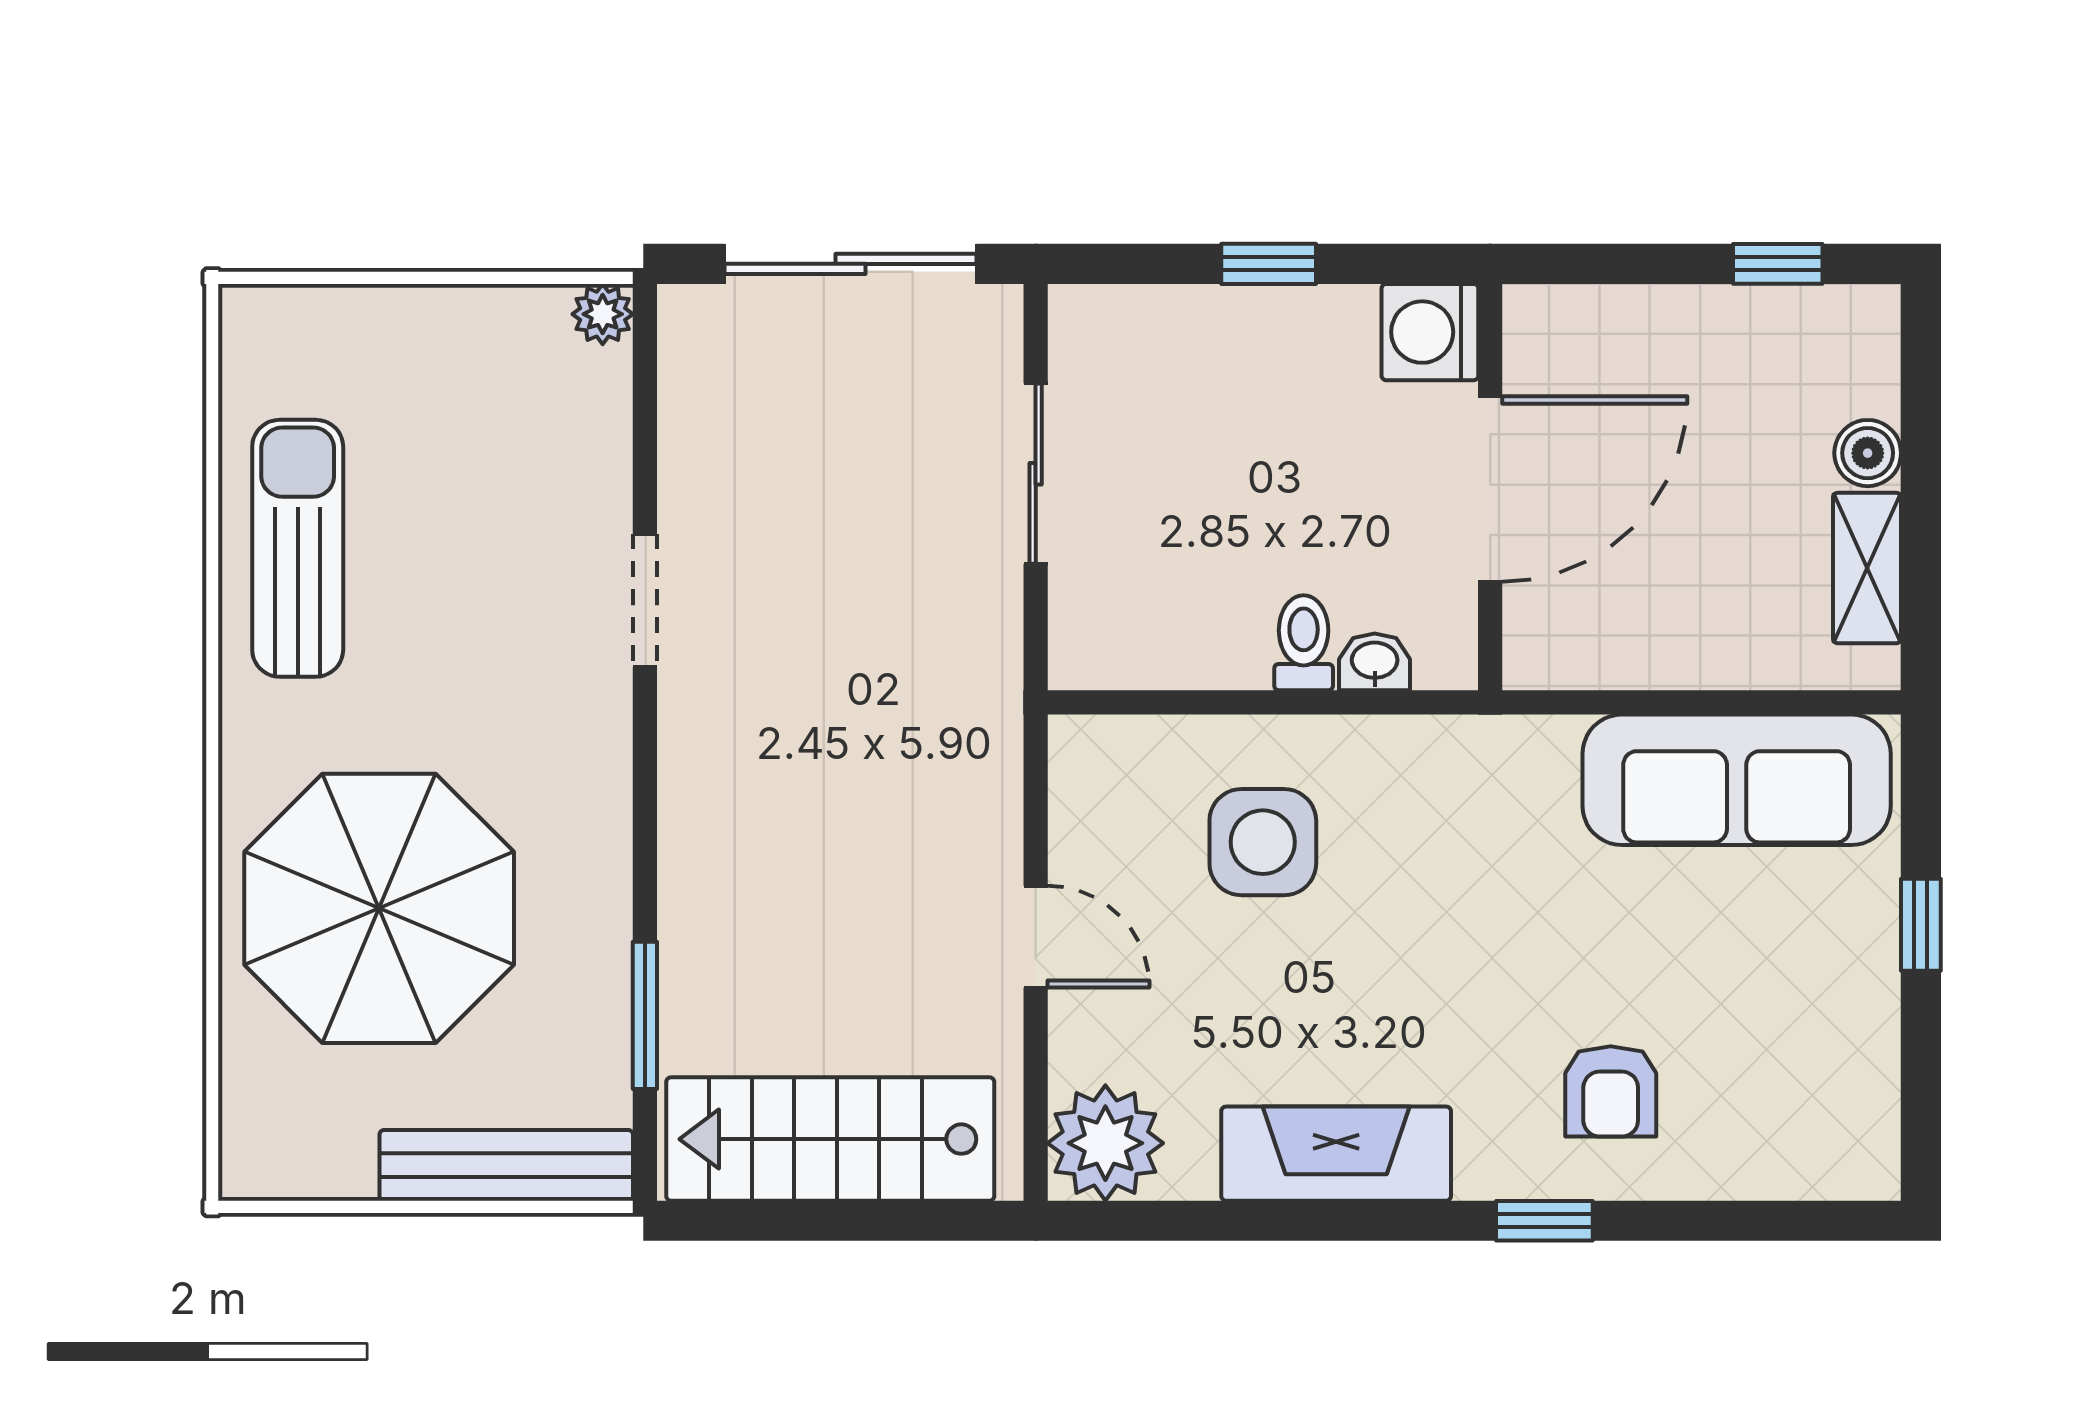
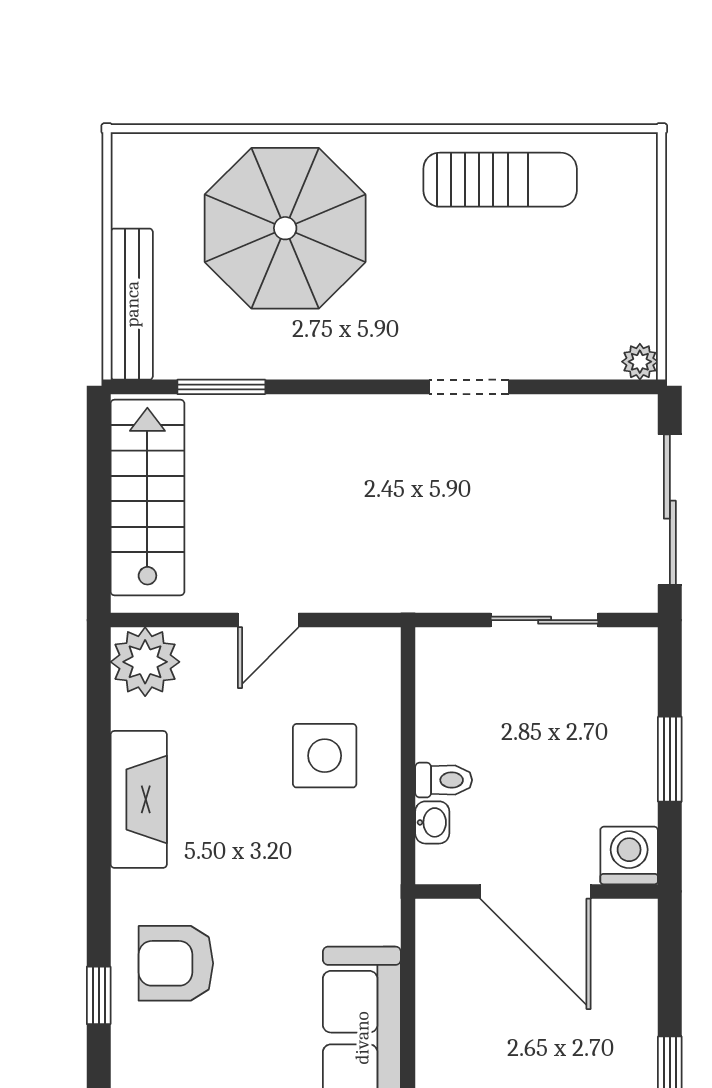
window: (1269, 264) -> (670, 759), width x1.50
armchair: (1611, 1091) -> (176, 963), width x1.38, depth x1.38
window: (1544, 1221) -> (99, 995), moved

